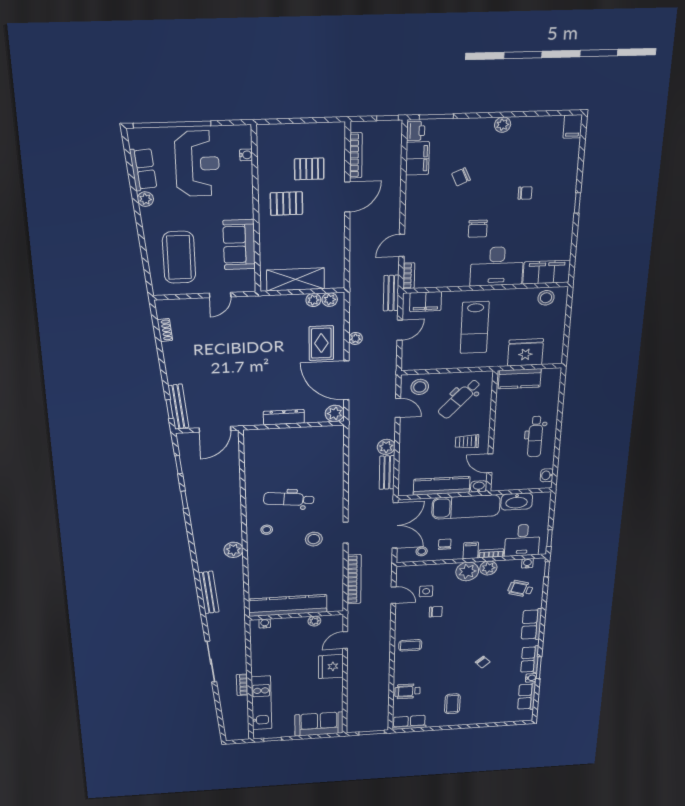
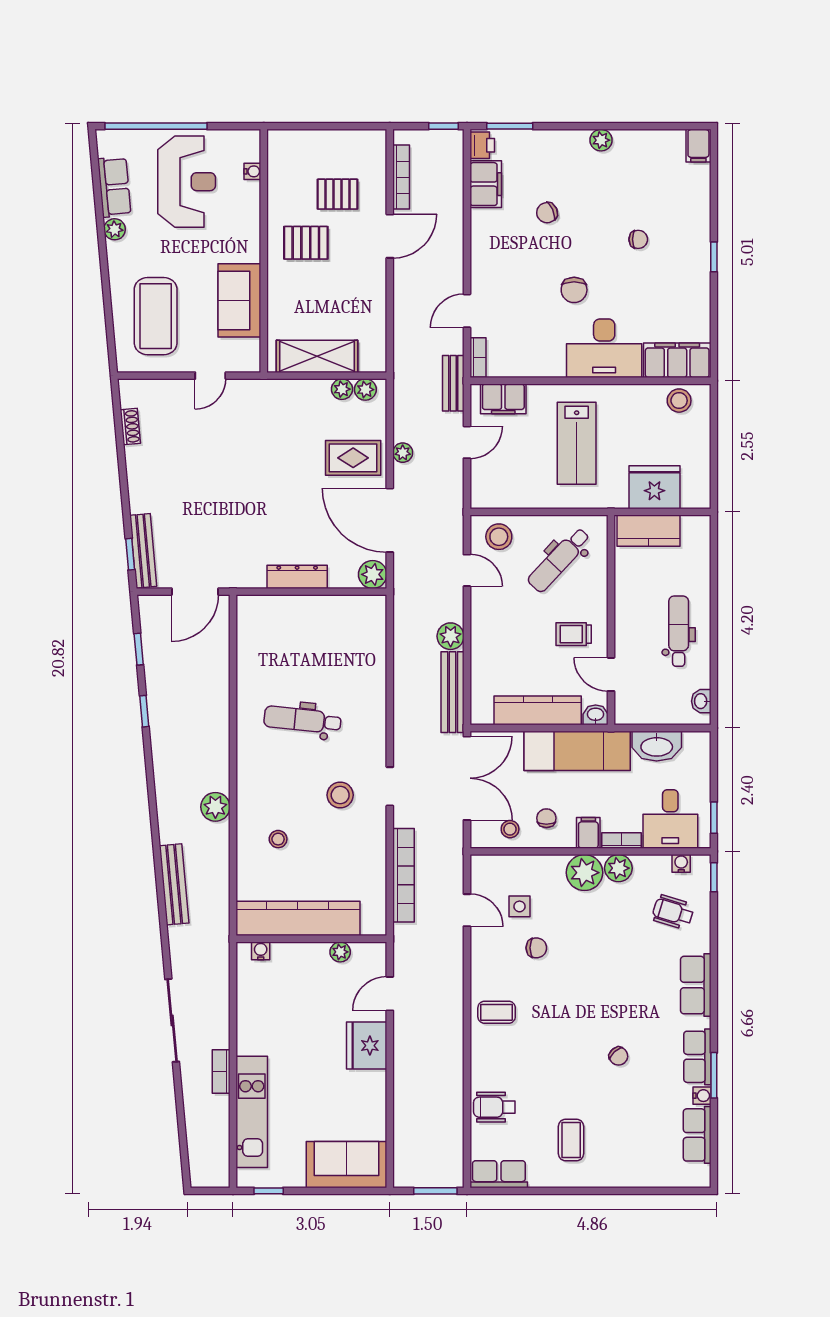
rug: (321, 343) -> (353, 458), turned 90
dental chair: (535, 437) -> (679, 631), turned 180
bench: (387, 472) -> (453, 692), width x1.36
stool: (267, 530) -> (278, 839), moved

